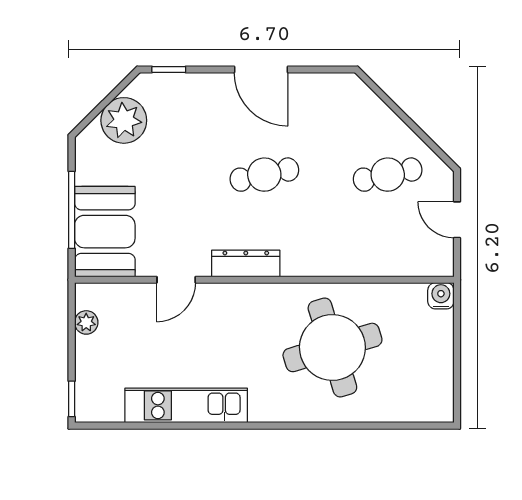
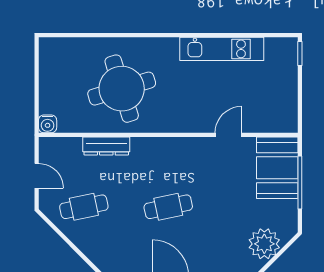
dresser: (246, 263) -> (106, 146), moved
plant: (86, 322) -> (290, 106), removed

